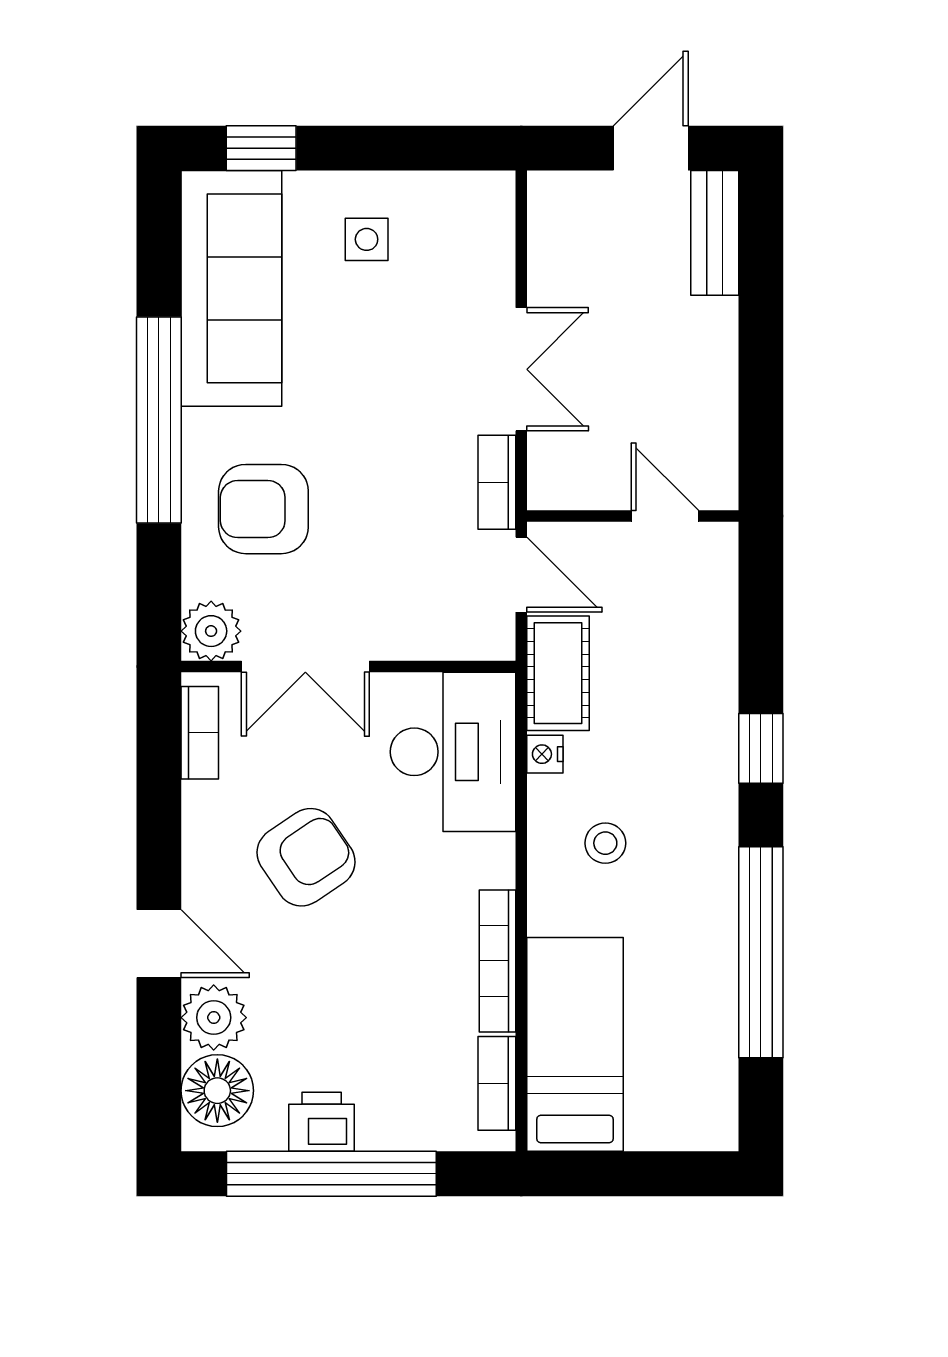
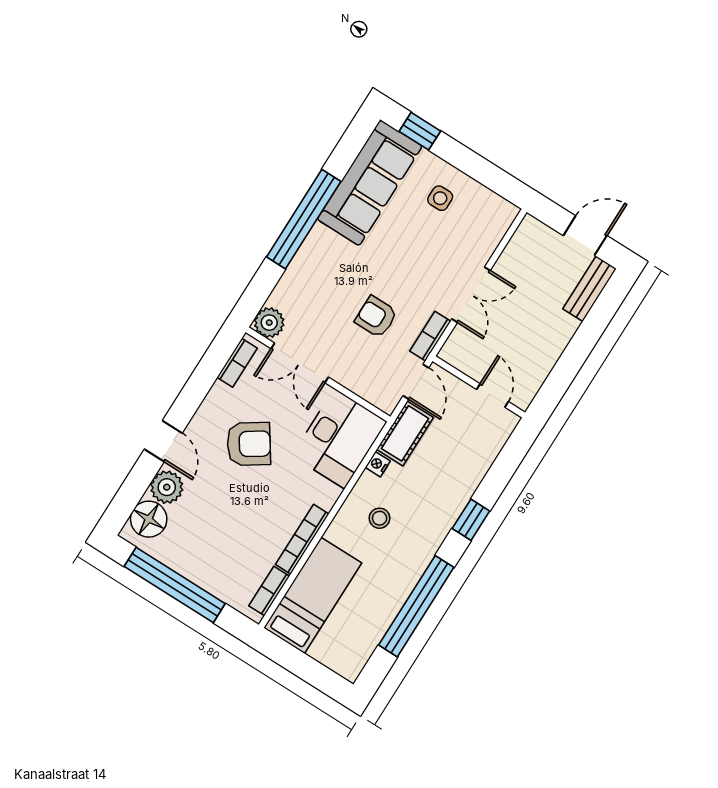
armchair: (263, 509) -> (376, 317), moved, width x0.72, depth x0.72
printer: (322, 1122) -> (185, 560), removed

